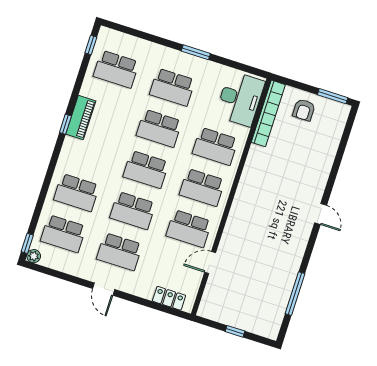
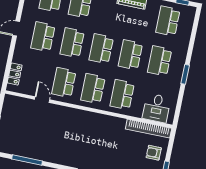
desk: (240, 99) -> (157, 108), width x0.73

